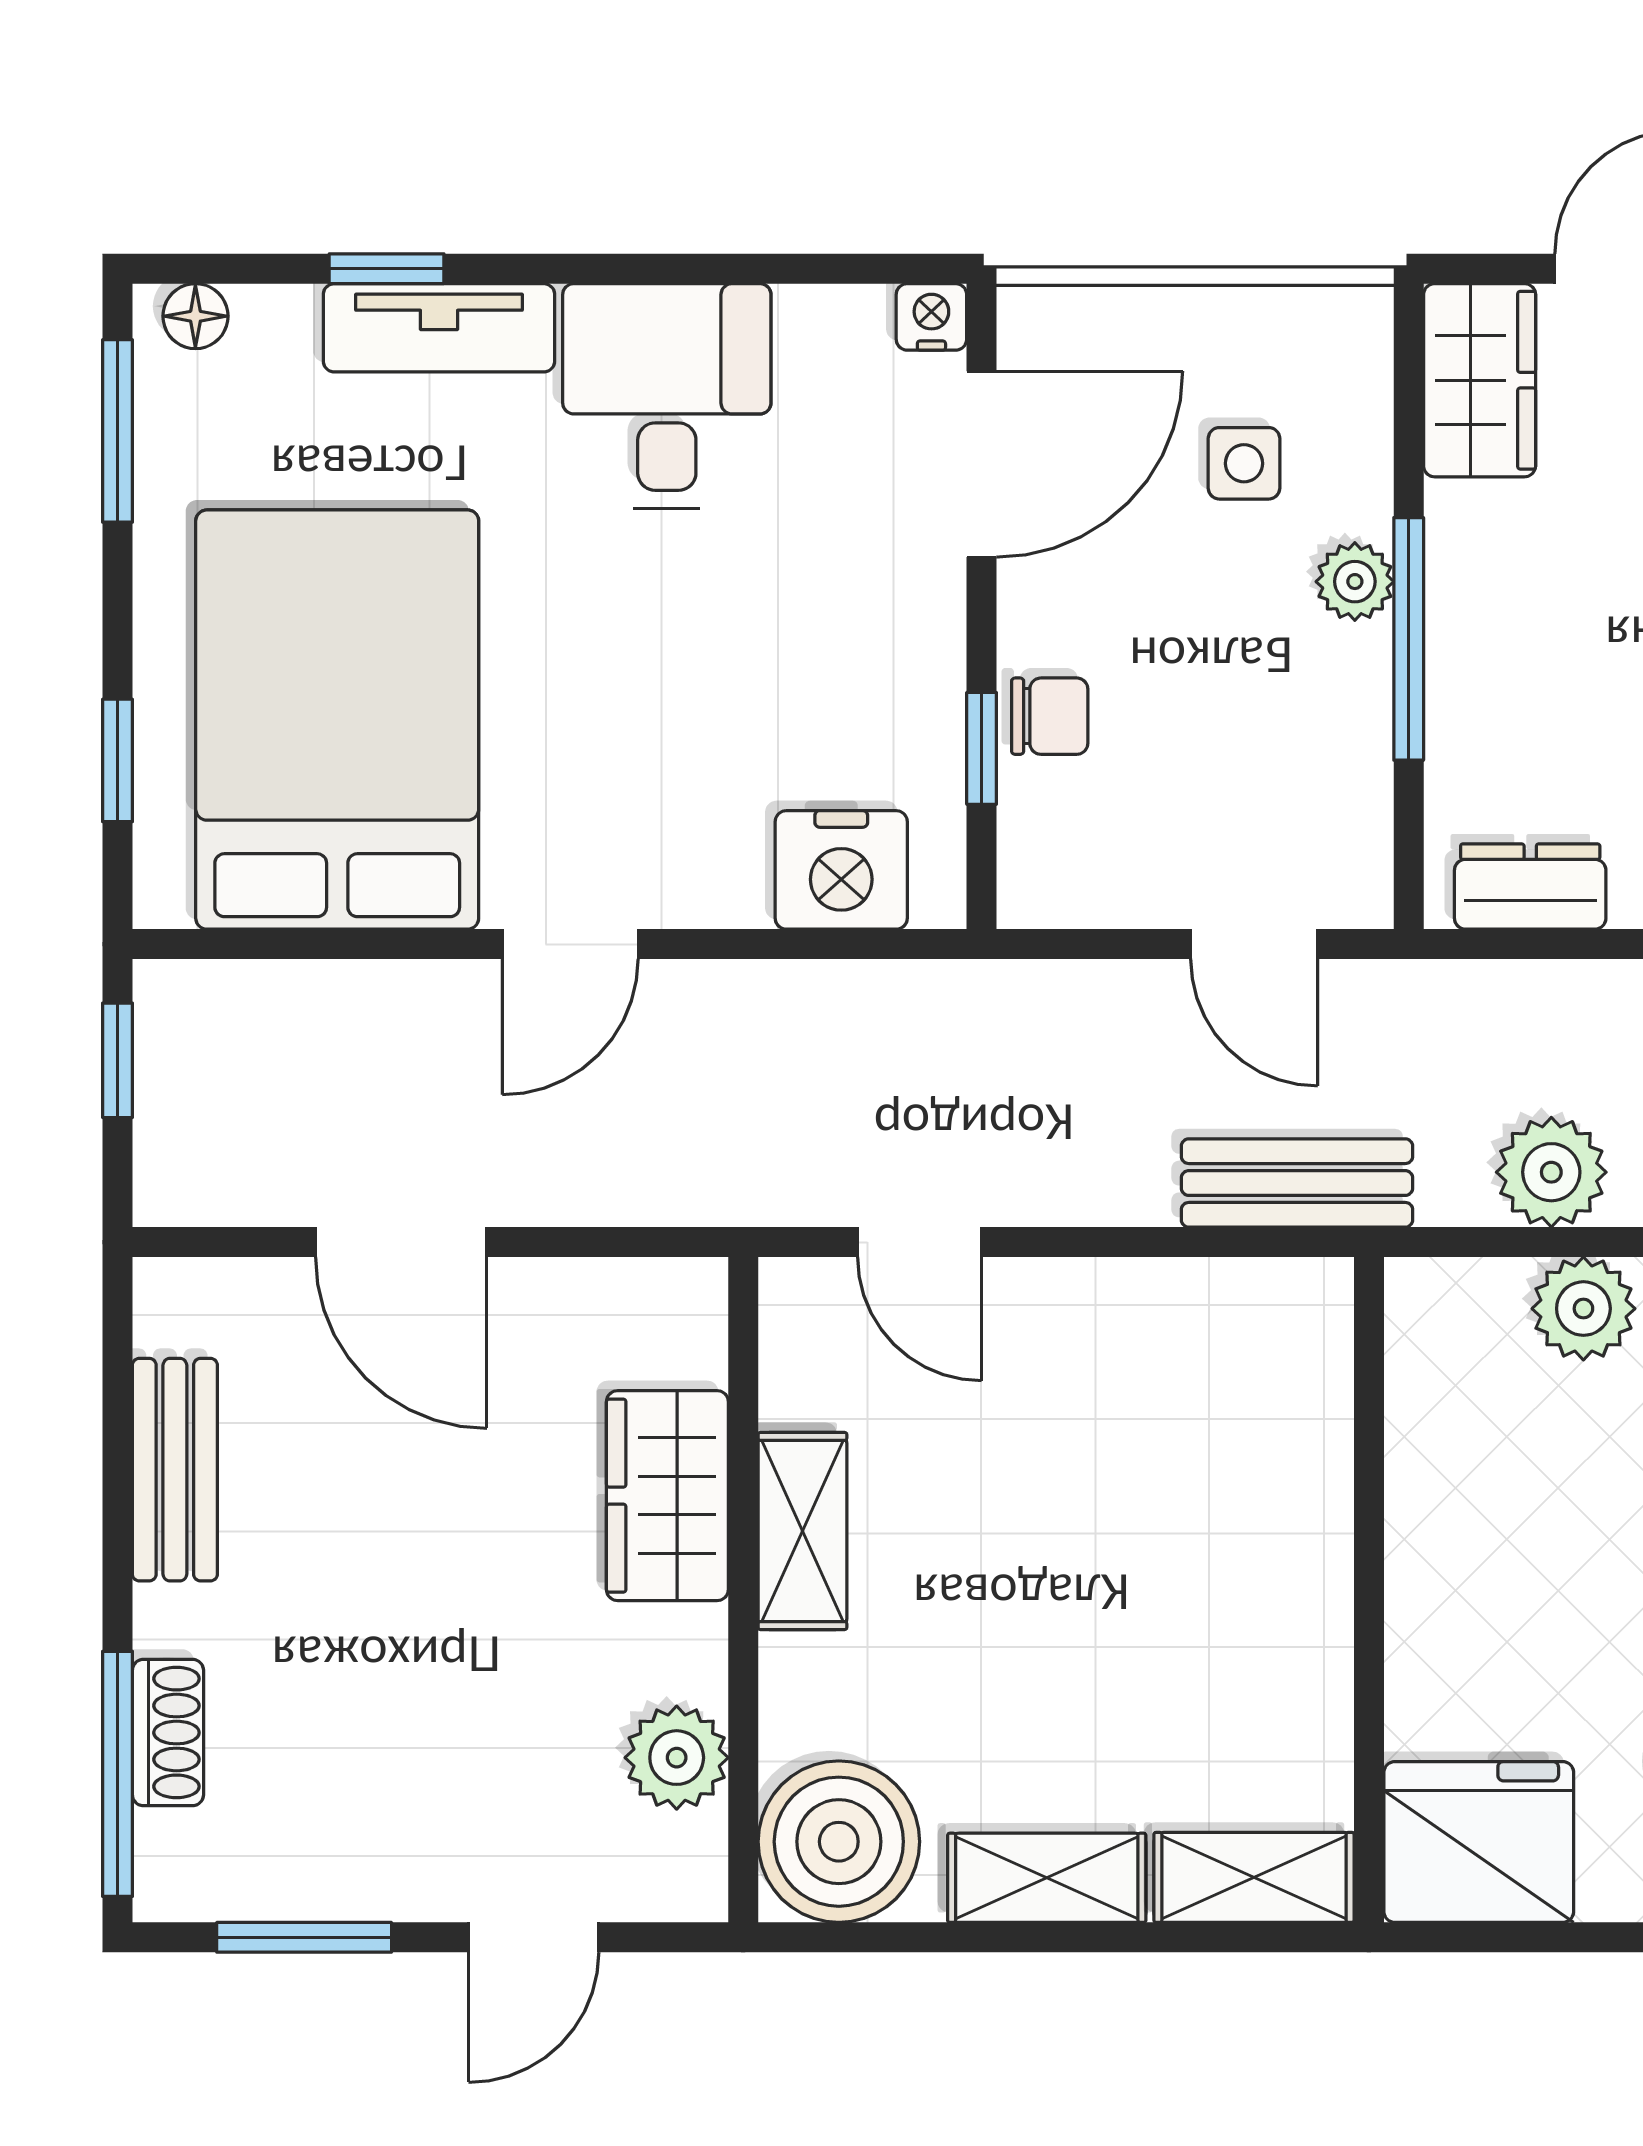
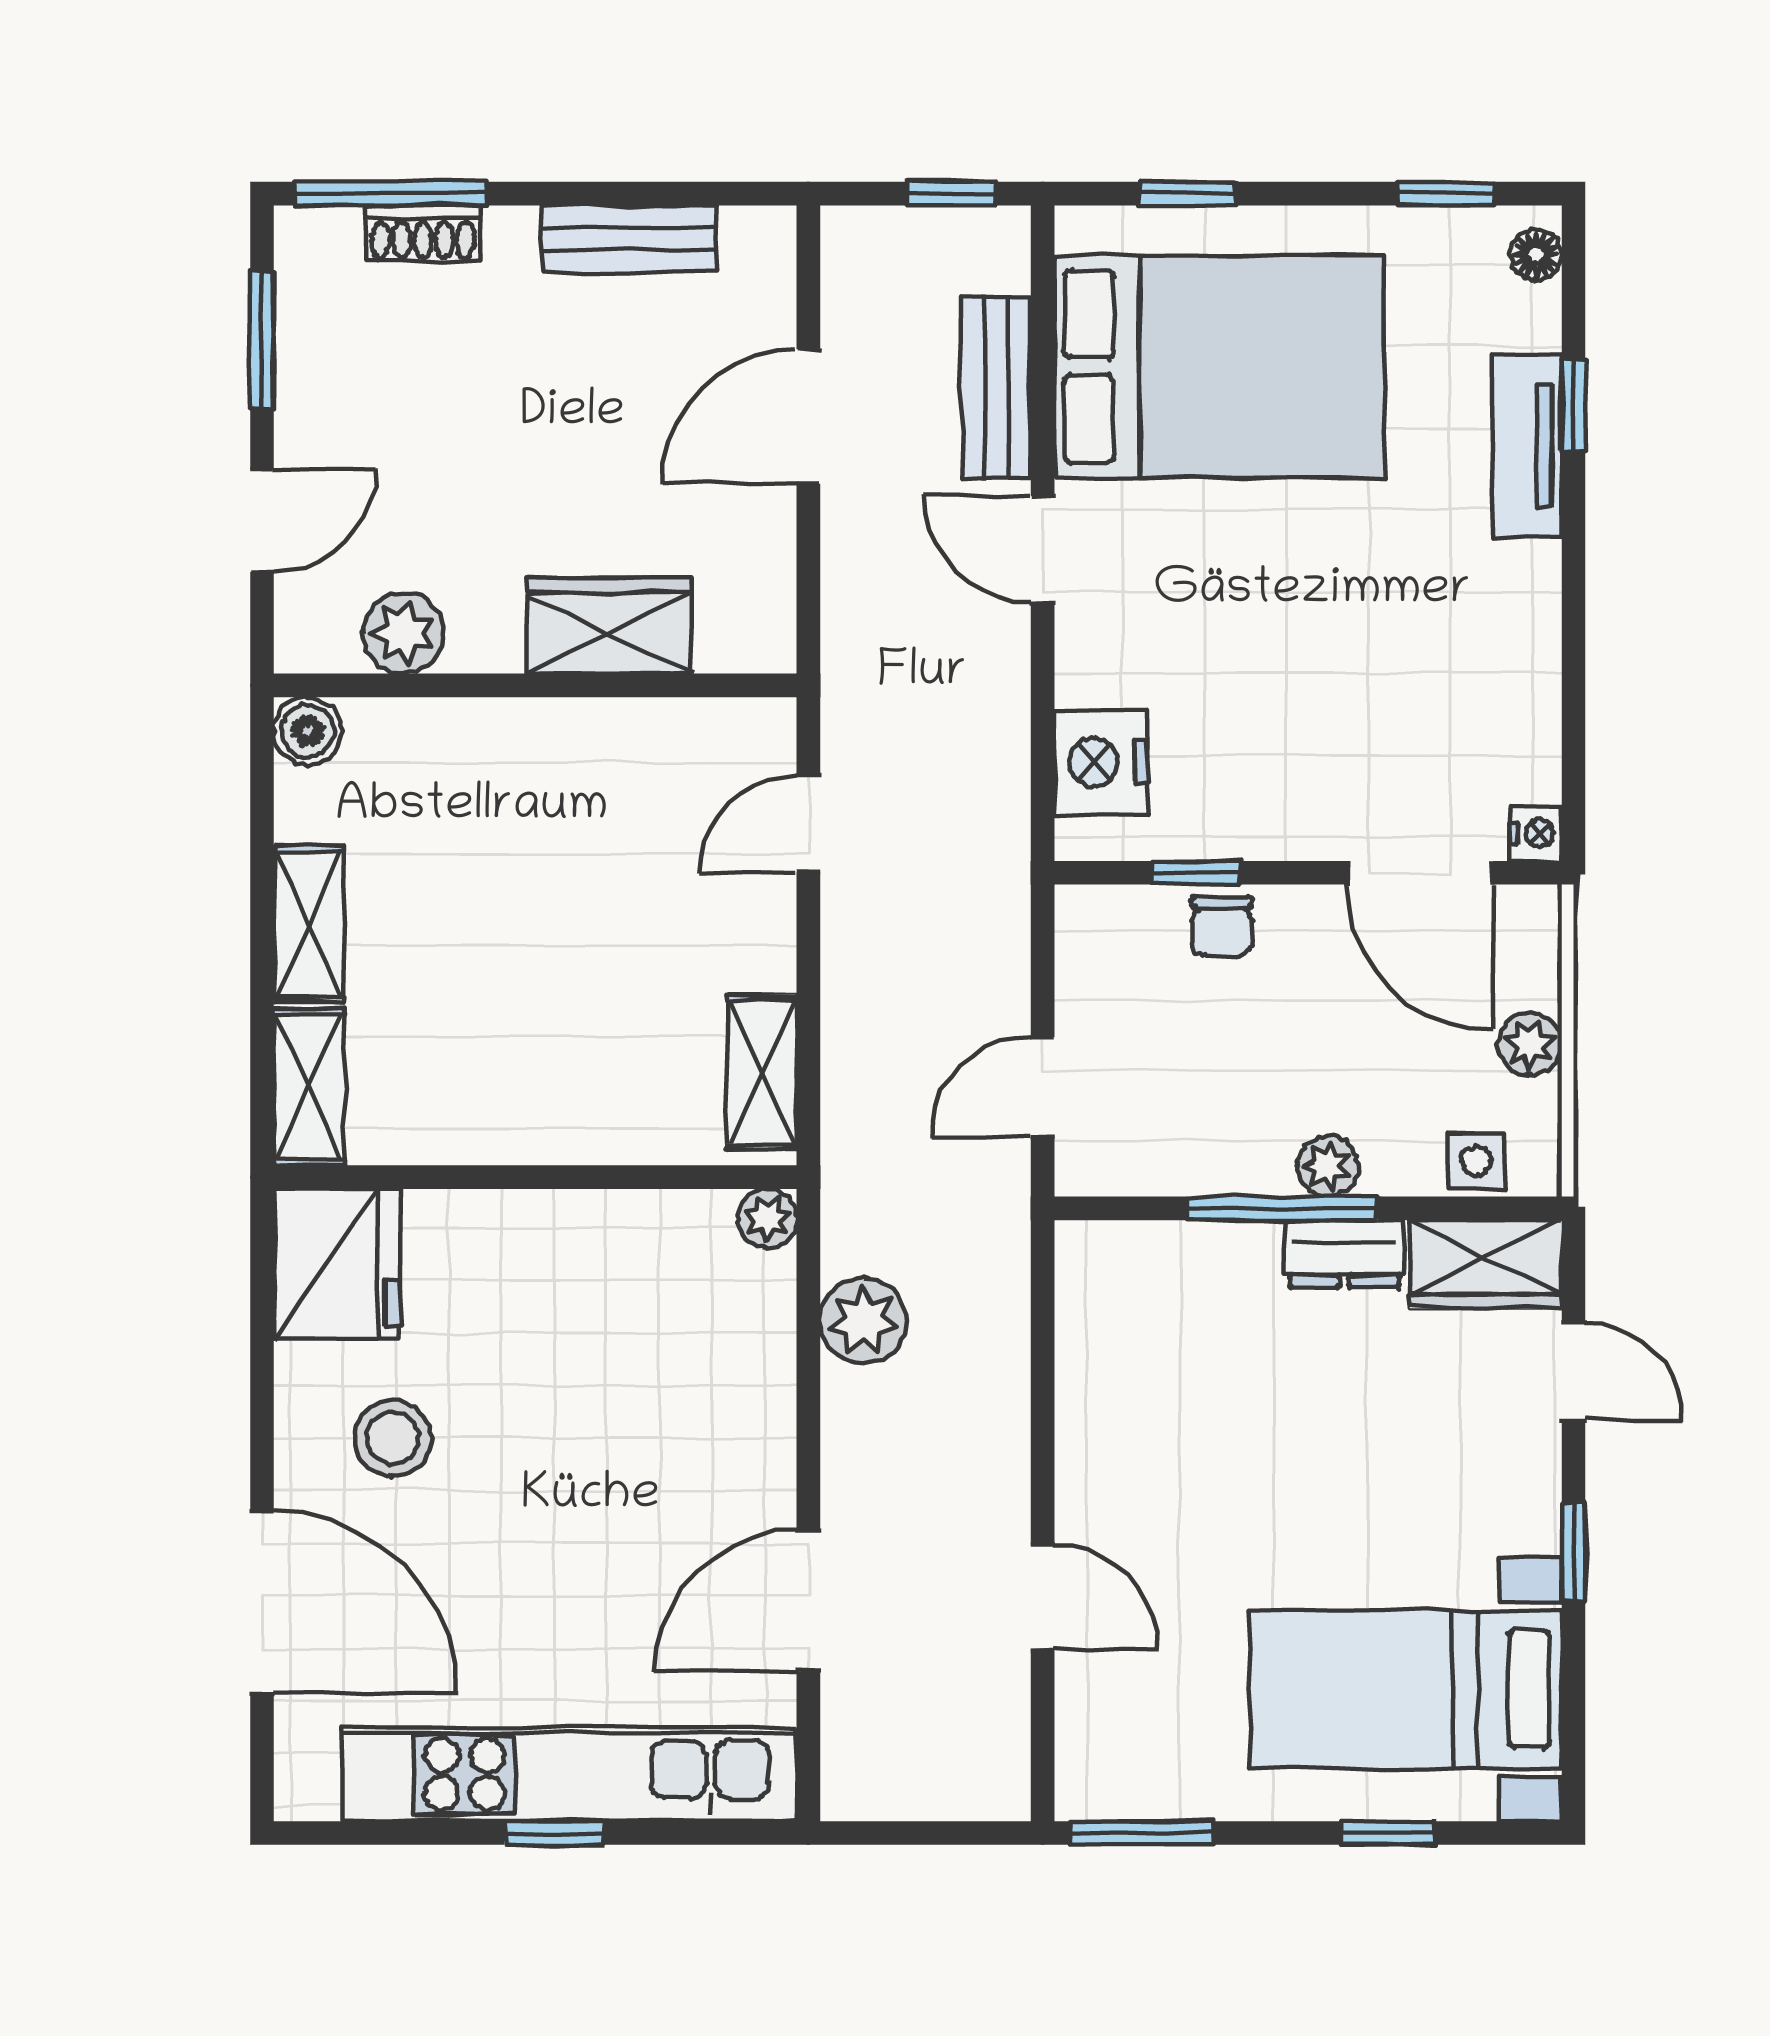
plant: (1199, 324) -> (1530, 1044), added
desk: (667, 396) -> (1473, 625), removed
window: (117, 431) -> (1446, 194), width x0.67
side table: (1244, 463) -> (1476, 1161), moved
dresser: (1530, 887) -> (1344, 1254), moved, turned 90
bench: (1297, 1183) -> (996, 387), moved
plant: (1583, 1309) -> (767, 1218), moved, width x0.73, depth x0.73
shelving: (802, 1531) -> (762, 1072), moved, turned 90
boiler: (839, 1842) -> (308, 731), width x0.54, depth x0.54
door: (534, 1937) -> (262, 521), swing flipped

